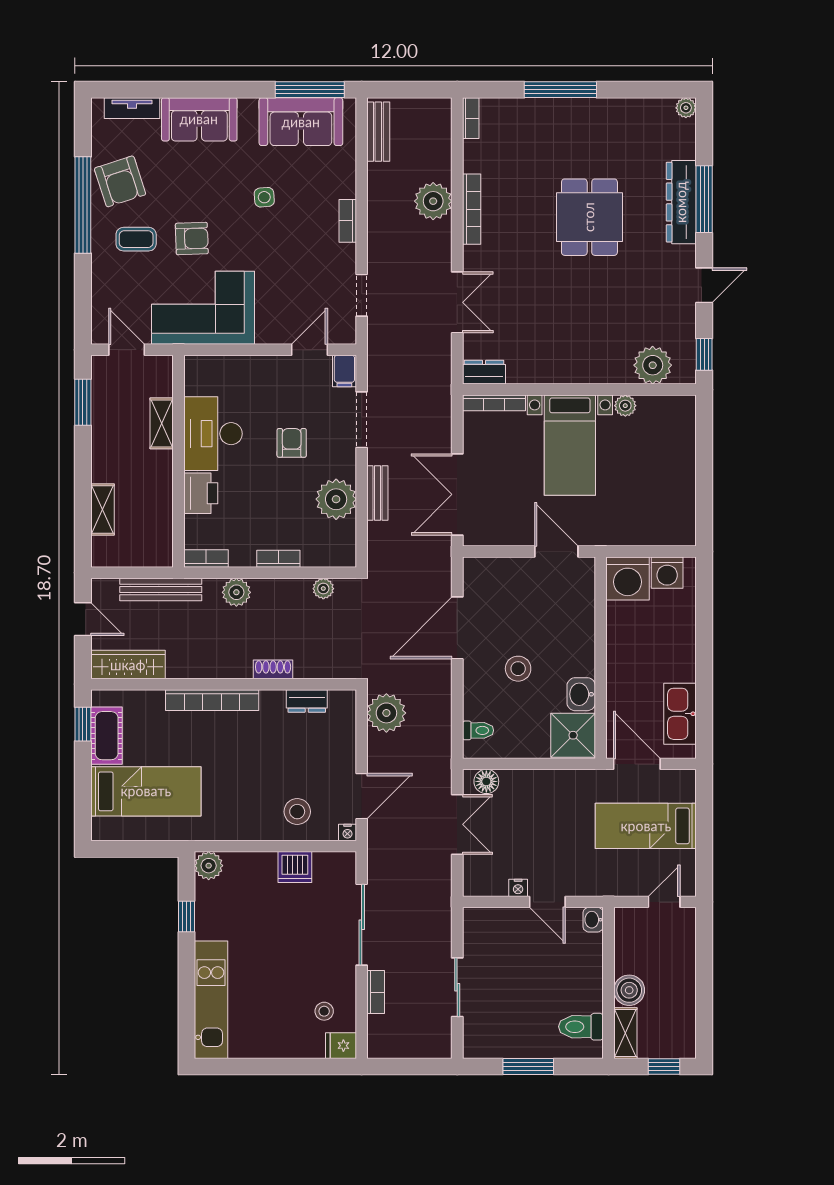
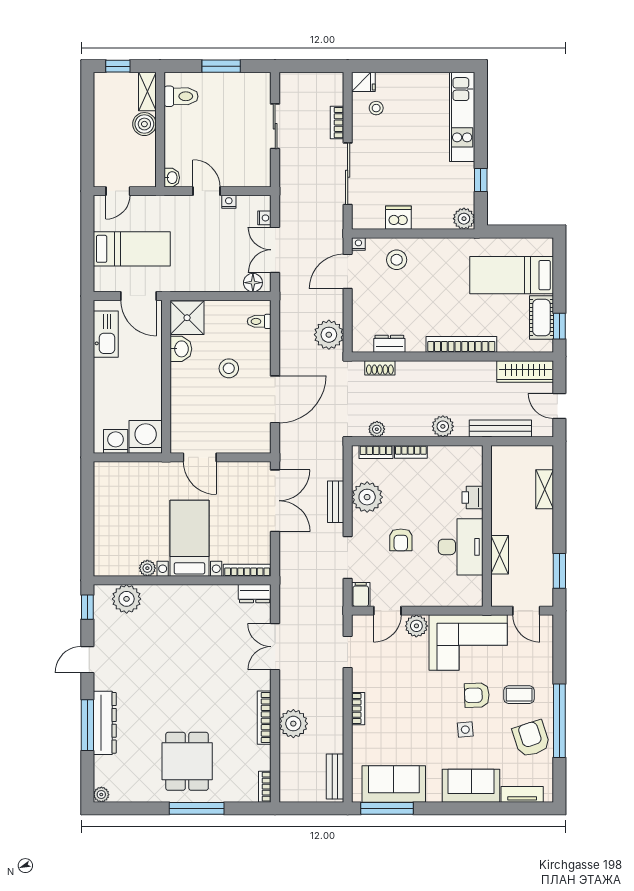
side table: (264, 197) -> (465, 730), moved
dining table: (589, 217) -> (187, 761), moved
plant: (271, 330) -> (416, 626), added
printer: (201, 493) -> (472, 497), width x0.73, depth x0.81
bookcase: (206, 559) -> (376, 452), moved
shoe rack: (273, 669) -> (380, 368), moved
nightstand: (471, 867) -> (264, 218), added

